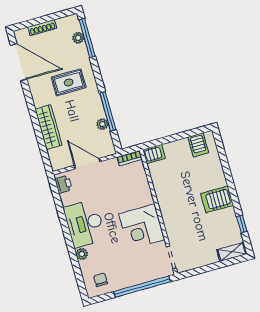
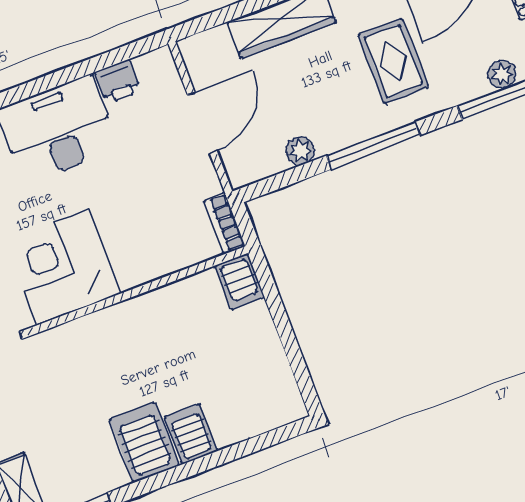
window: (108, 111) -> (373, 145), moved
server rack: (198, 145) -> (191, 434), moved, turned 90
printer: (63, 184) -> (118, 81), moved

